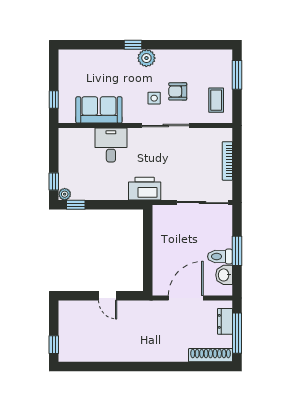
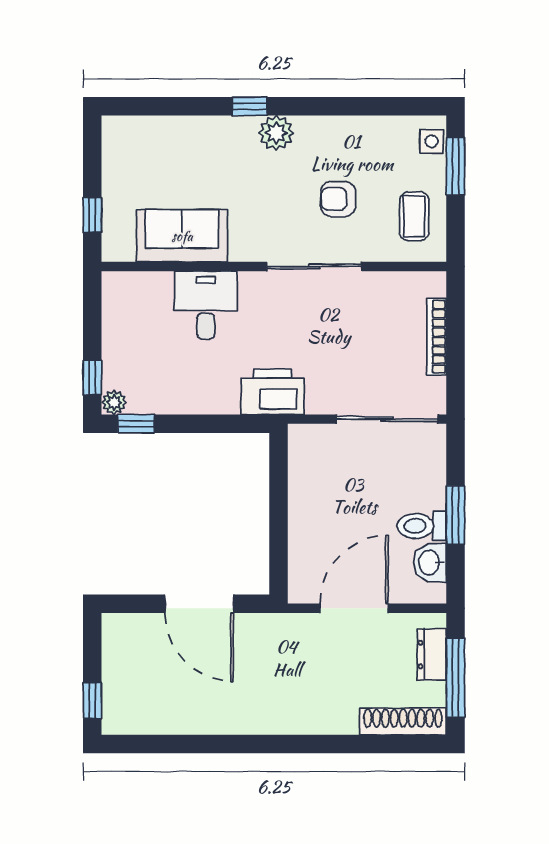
side table: (154, 98) -> (432, 141), moved
door: (108, 296) -> (199, 604), width x1.88

